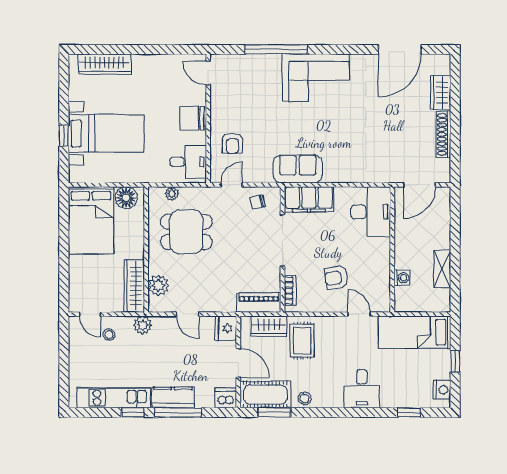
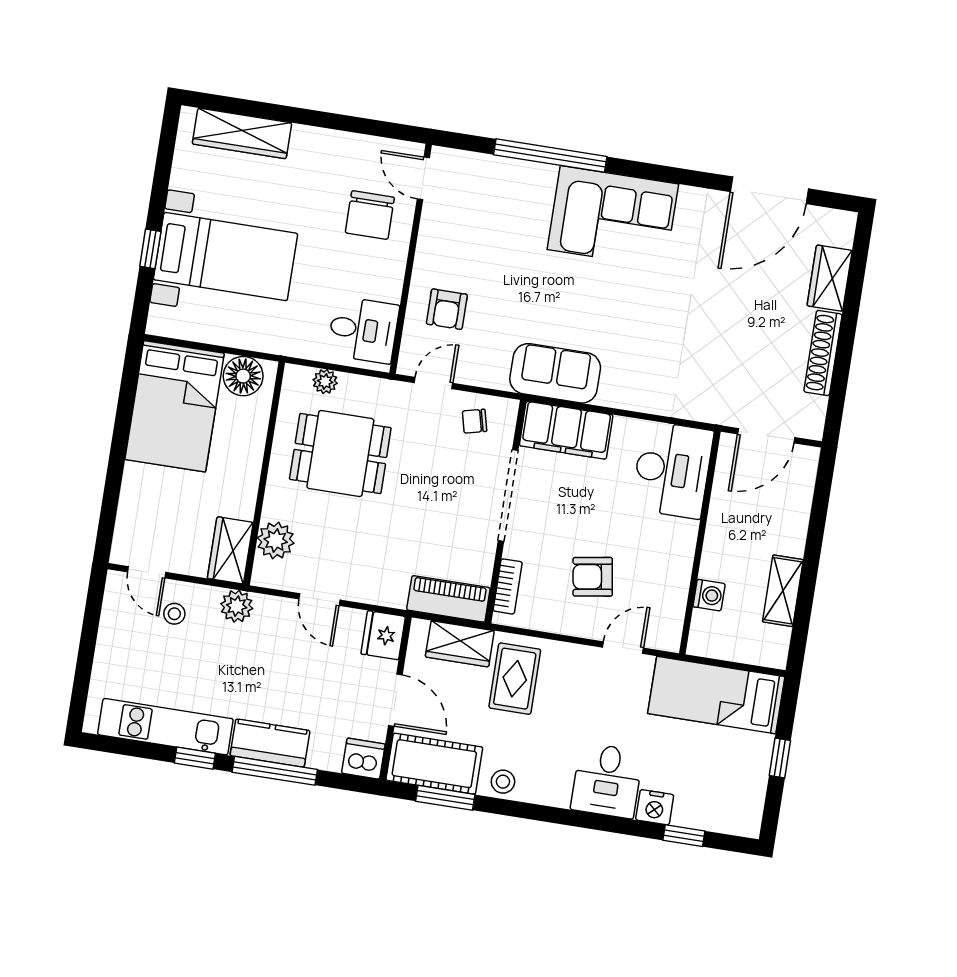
chair: (192, 118) -> (370, 215), moved, turned -90
wardrobe: (134, 286) -> (230, 550), width x0.67
door: (359, 314) -> (623, 648), hinge flipped
nightstand: (442, 390) -> (655, 807), moved, turned 90

